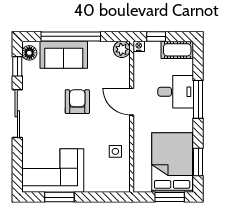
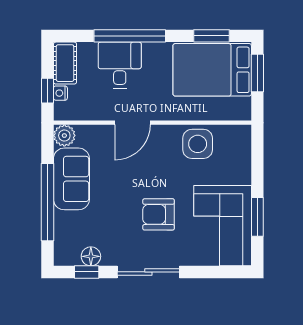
nightstand: (139, 46) -> (60, 93), moved
floor lamp: (29, 53) -> (91, 256), moved
sofa: (64, 55) -> (71, 179), moved
window: (198, 99) -> (130, 36), width x1.46
armchair: (77, 102) -> (159, 214), moved
side table: (115, 151) -> (198, 144), width x1.87, depth x1.87

